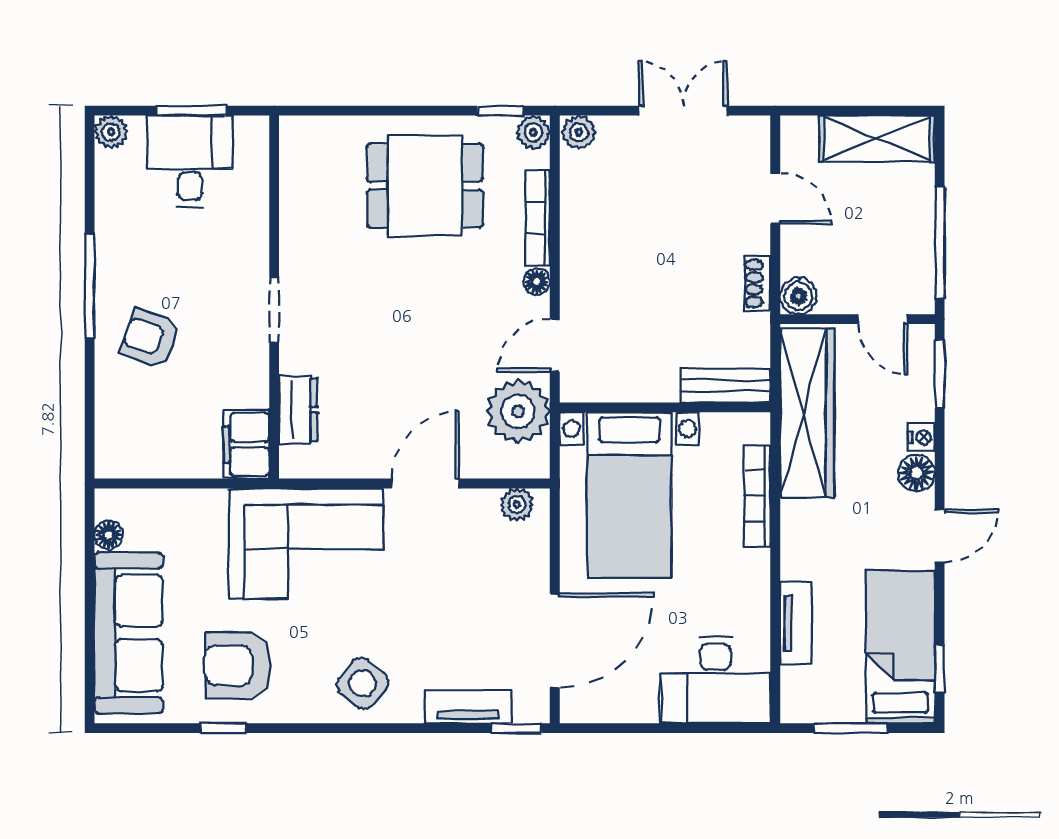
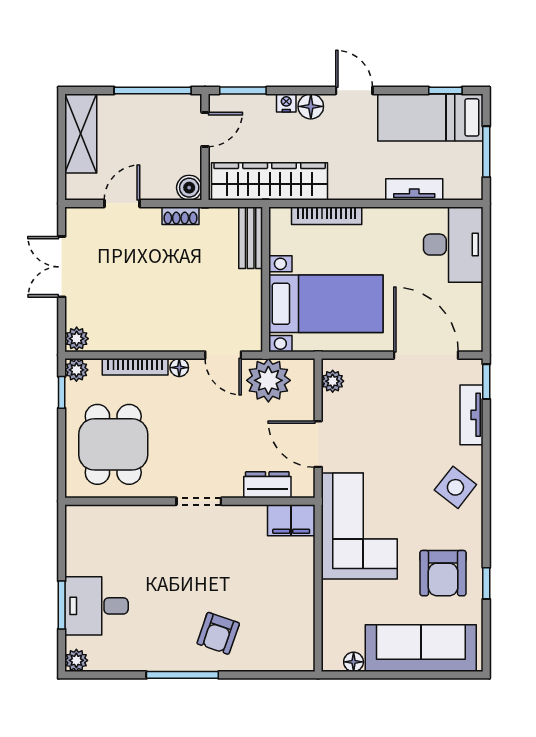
wall: (274, 297) -> (190, 501), moved
doorway: (274, 310) -> (199, 501), moved
dresser: (298, 410) -> (267, 485), moved
filing cabinet: (246, 444) -> (291, 520), moved

